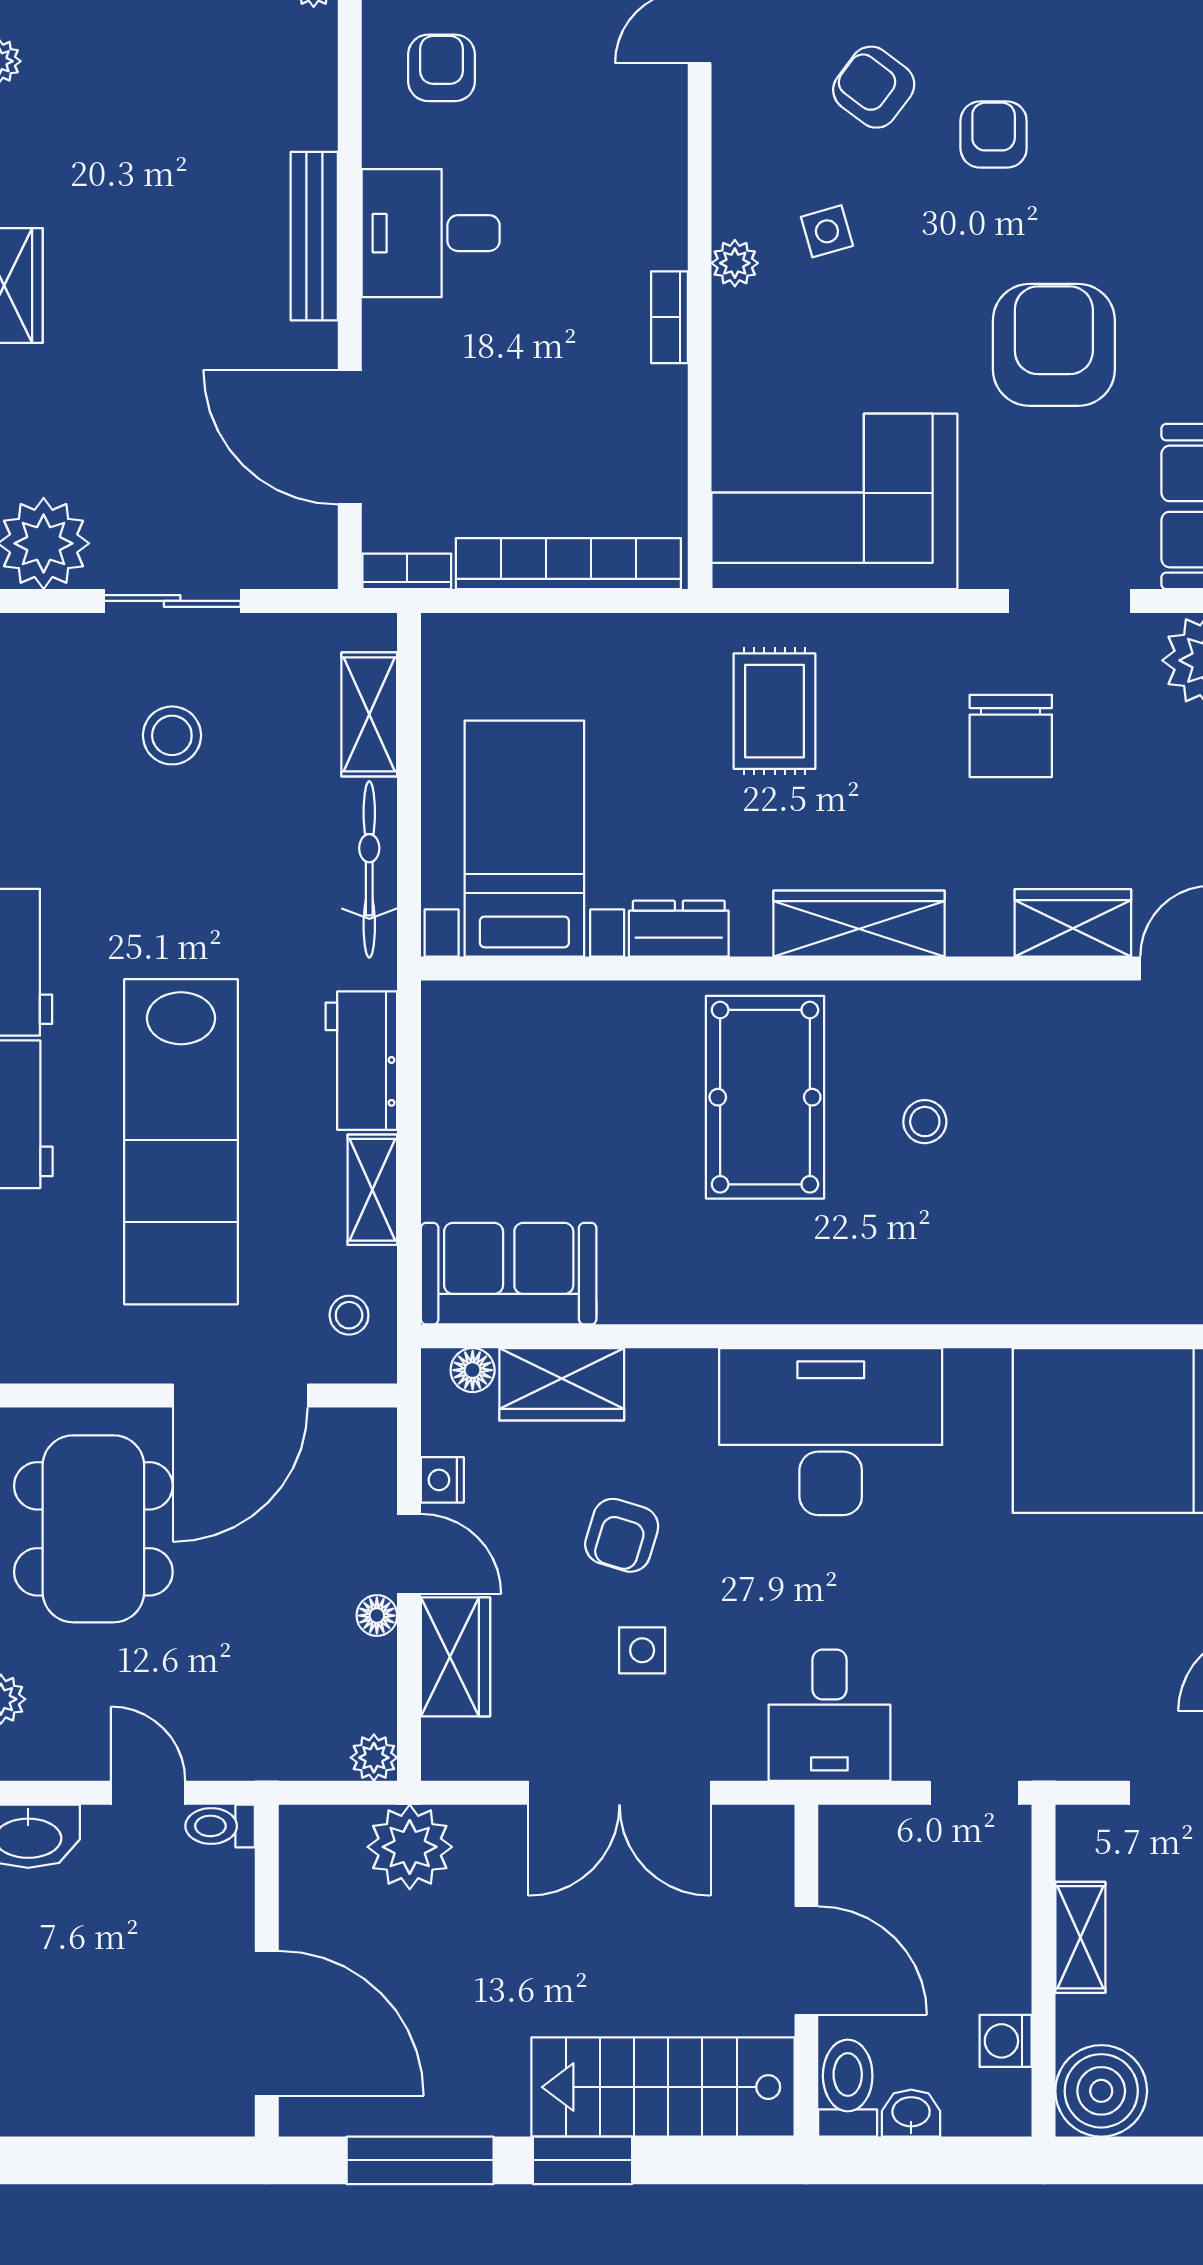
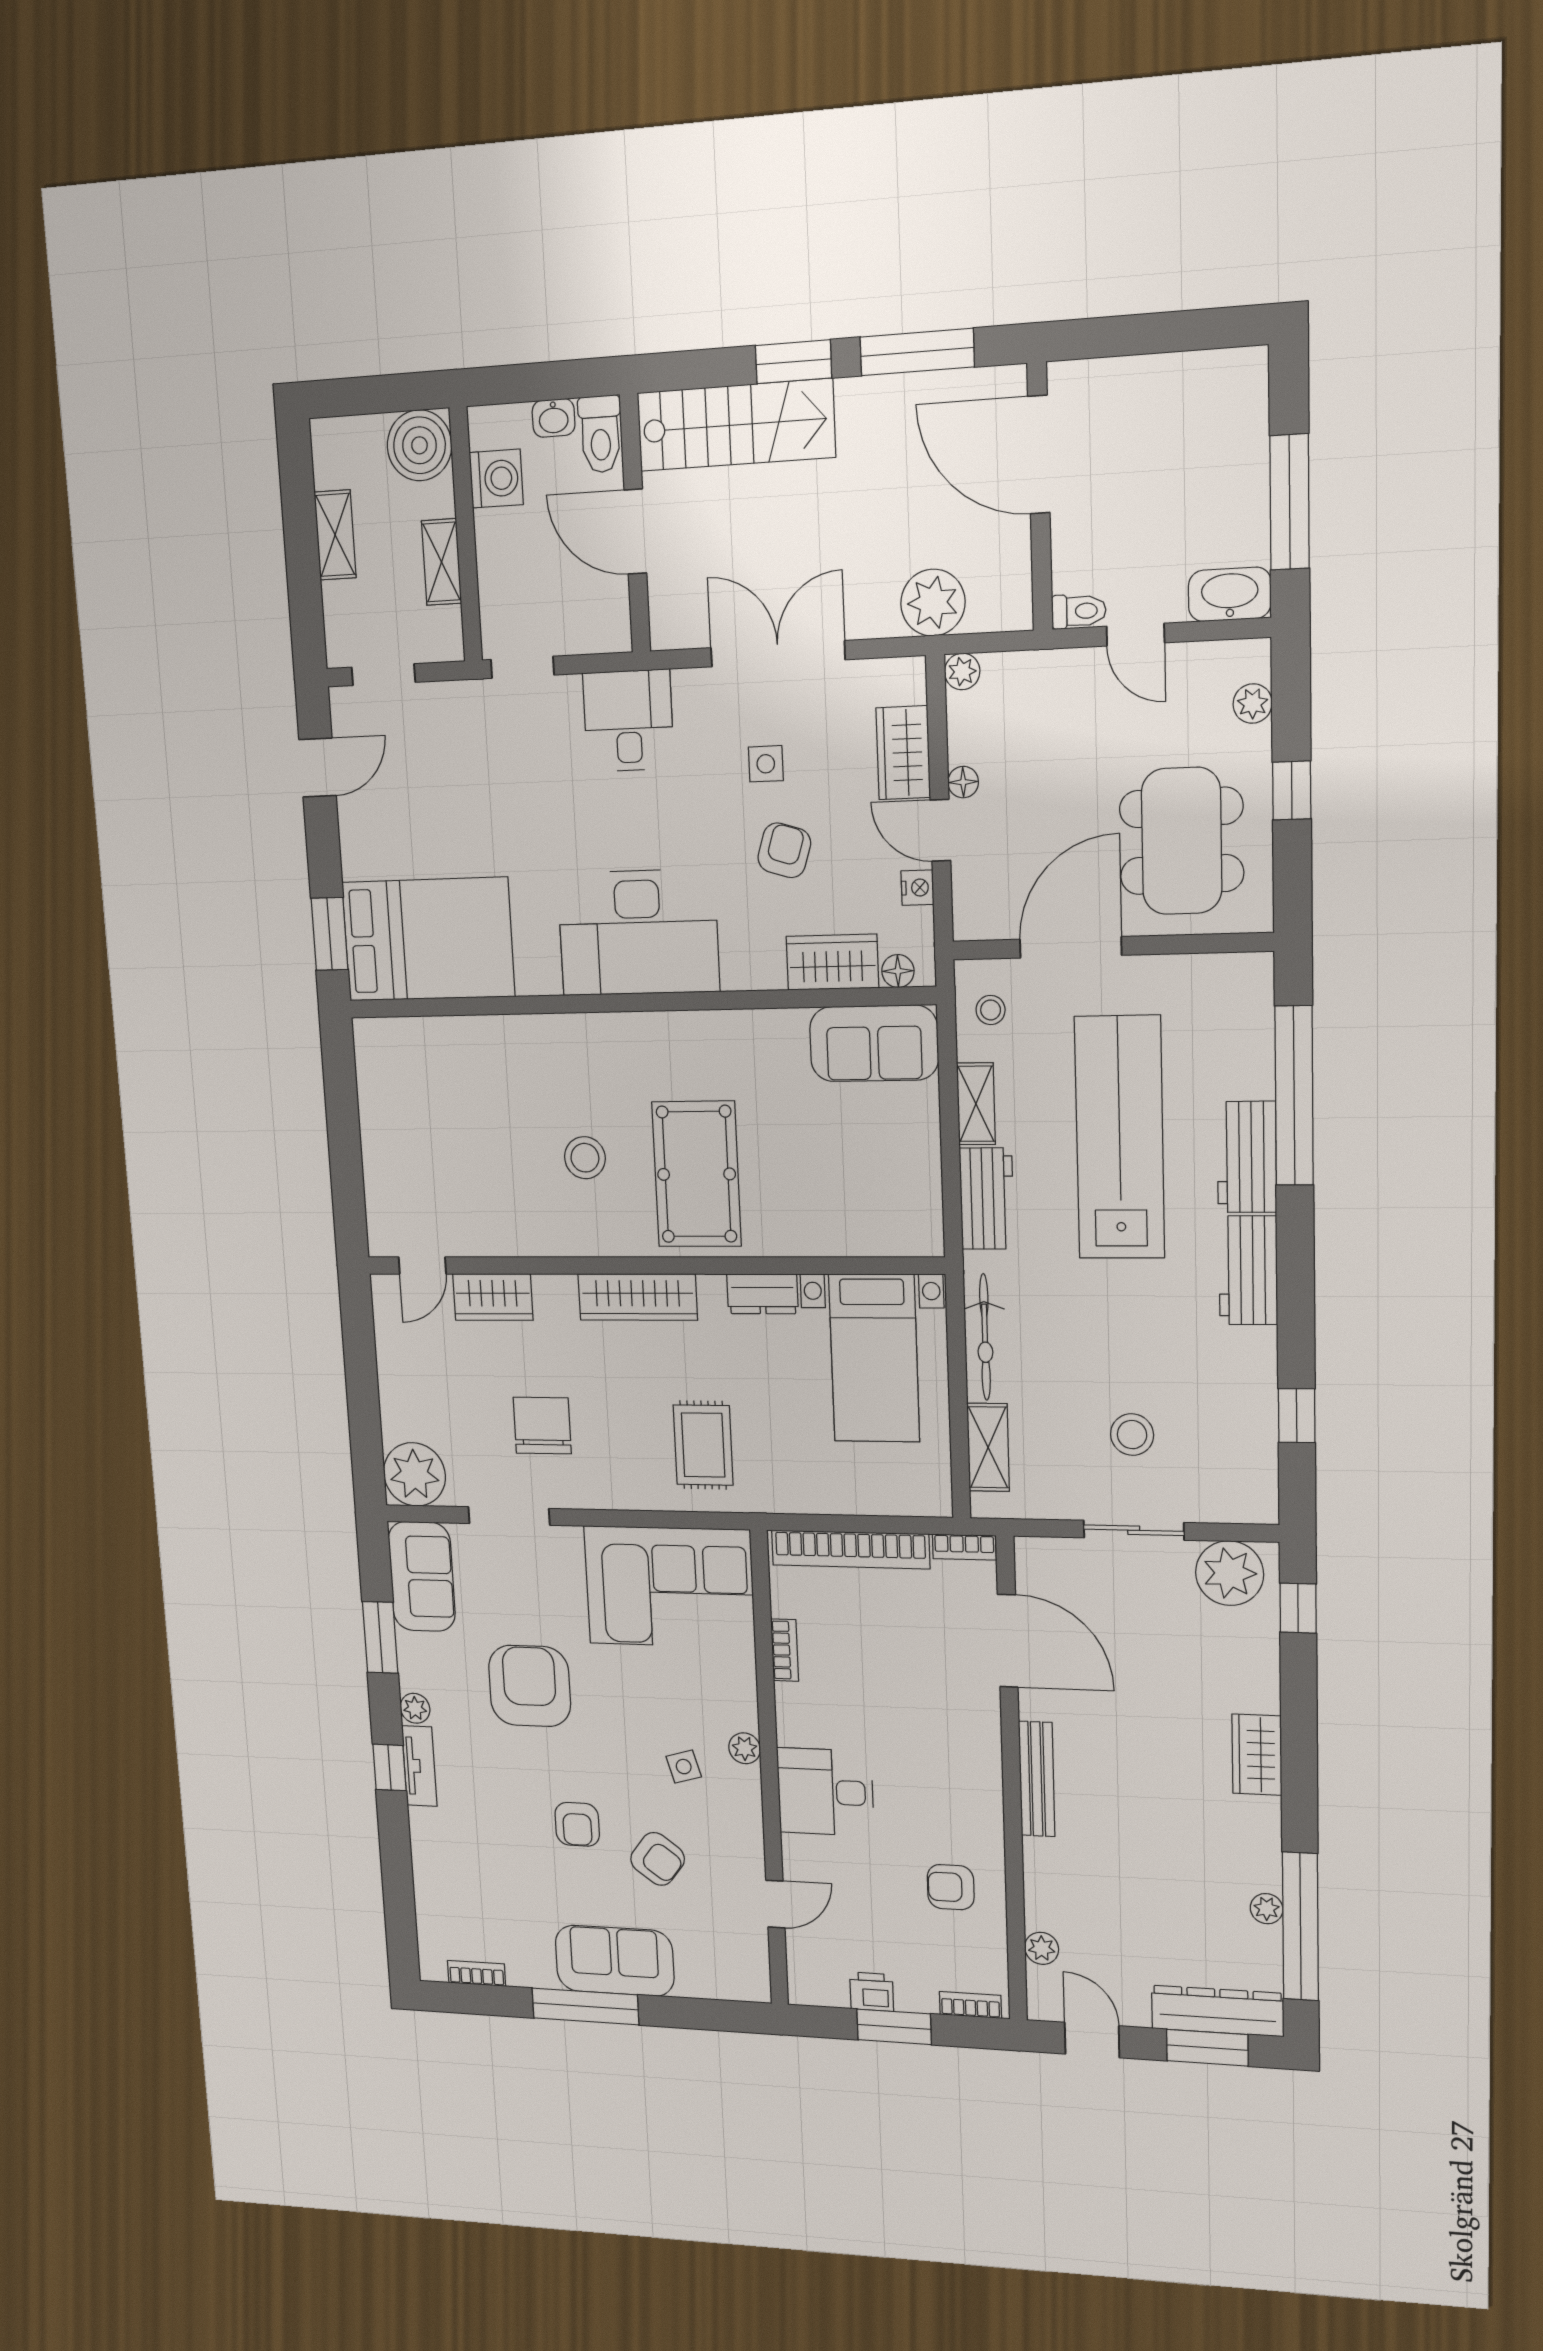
armchair: (442, 68) -> (951, 1887), turned 90
desk: (431, 233) -> (825, 1792), moved, turned 180
bookcase: (669, 317) -> (785, 1650), moved
armchair: (1054, 345) -> (530, 1686), turned 180
stool: (925, 1122) -> (585, 1158), width x1.37, depth x1.37
washing machine: (1006, 2041) -> (496, 479), width x1.38, depth x1.38

